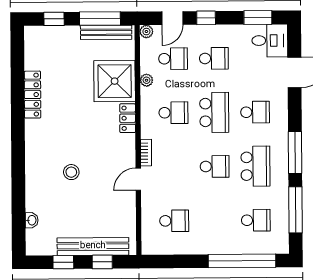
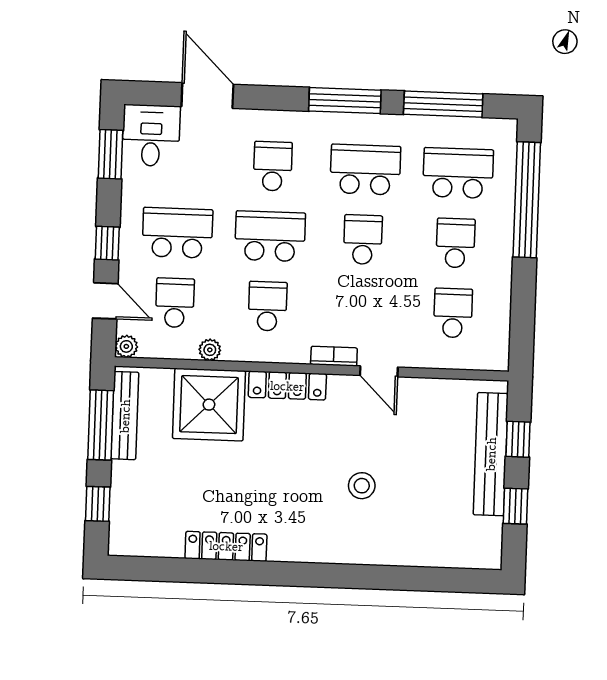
school desk: (214, 58) -> (177, 233), width x1.85
locker: (128, 118) -> (287, 386), width x1.53
washbasin: (32, 220) -> (441, 557), removed
school desk: (256, 220) -> (458, 173), width x1.85
school desk: (215, 221) -> (455, 243), added

